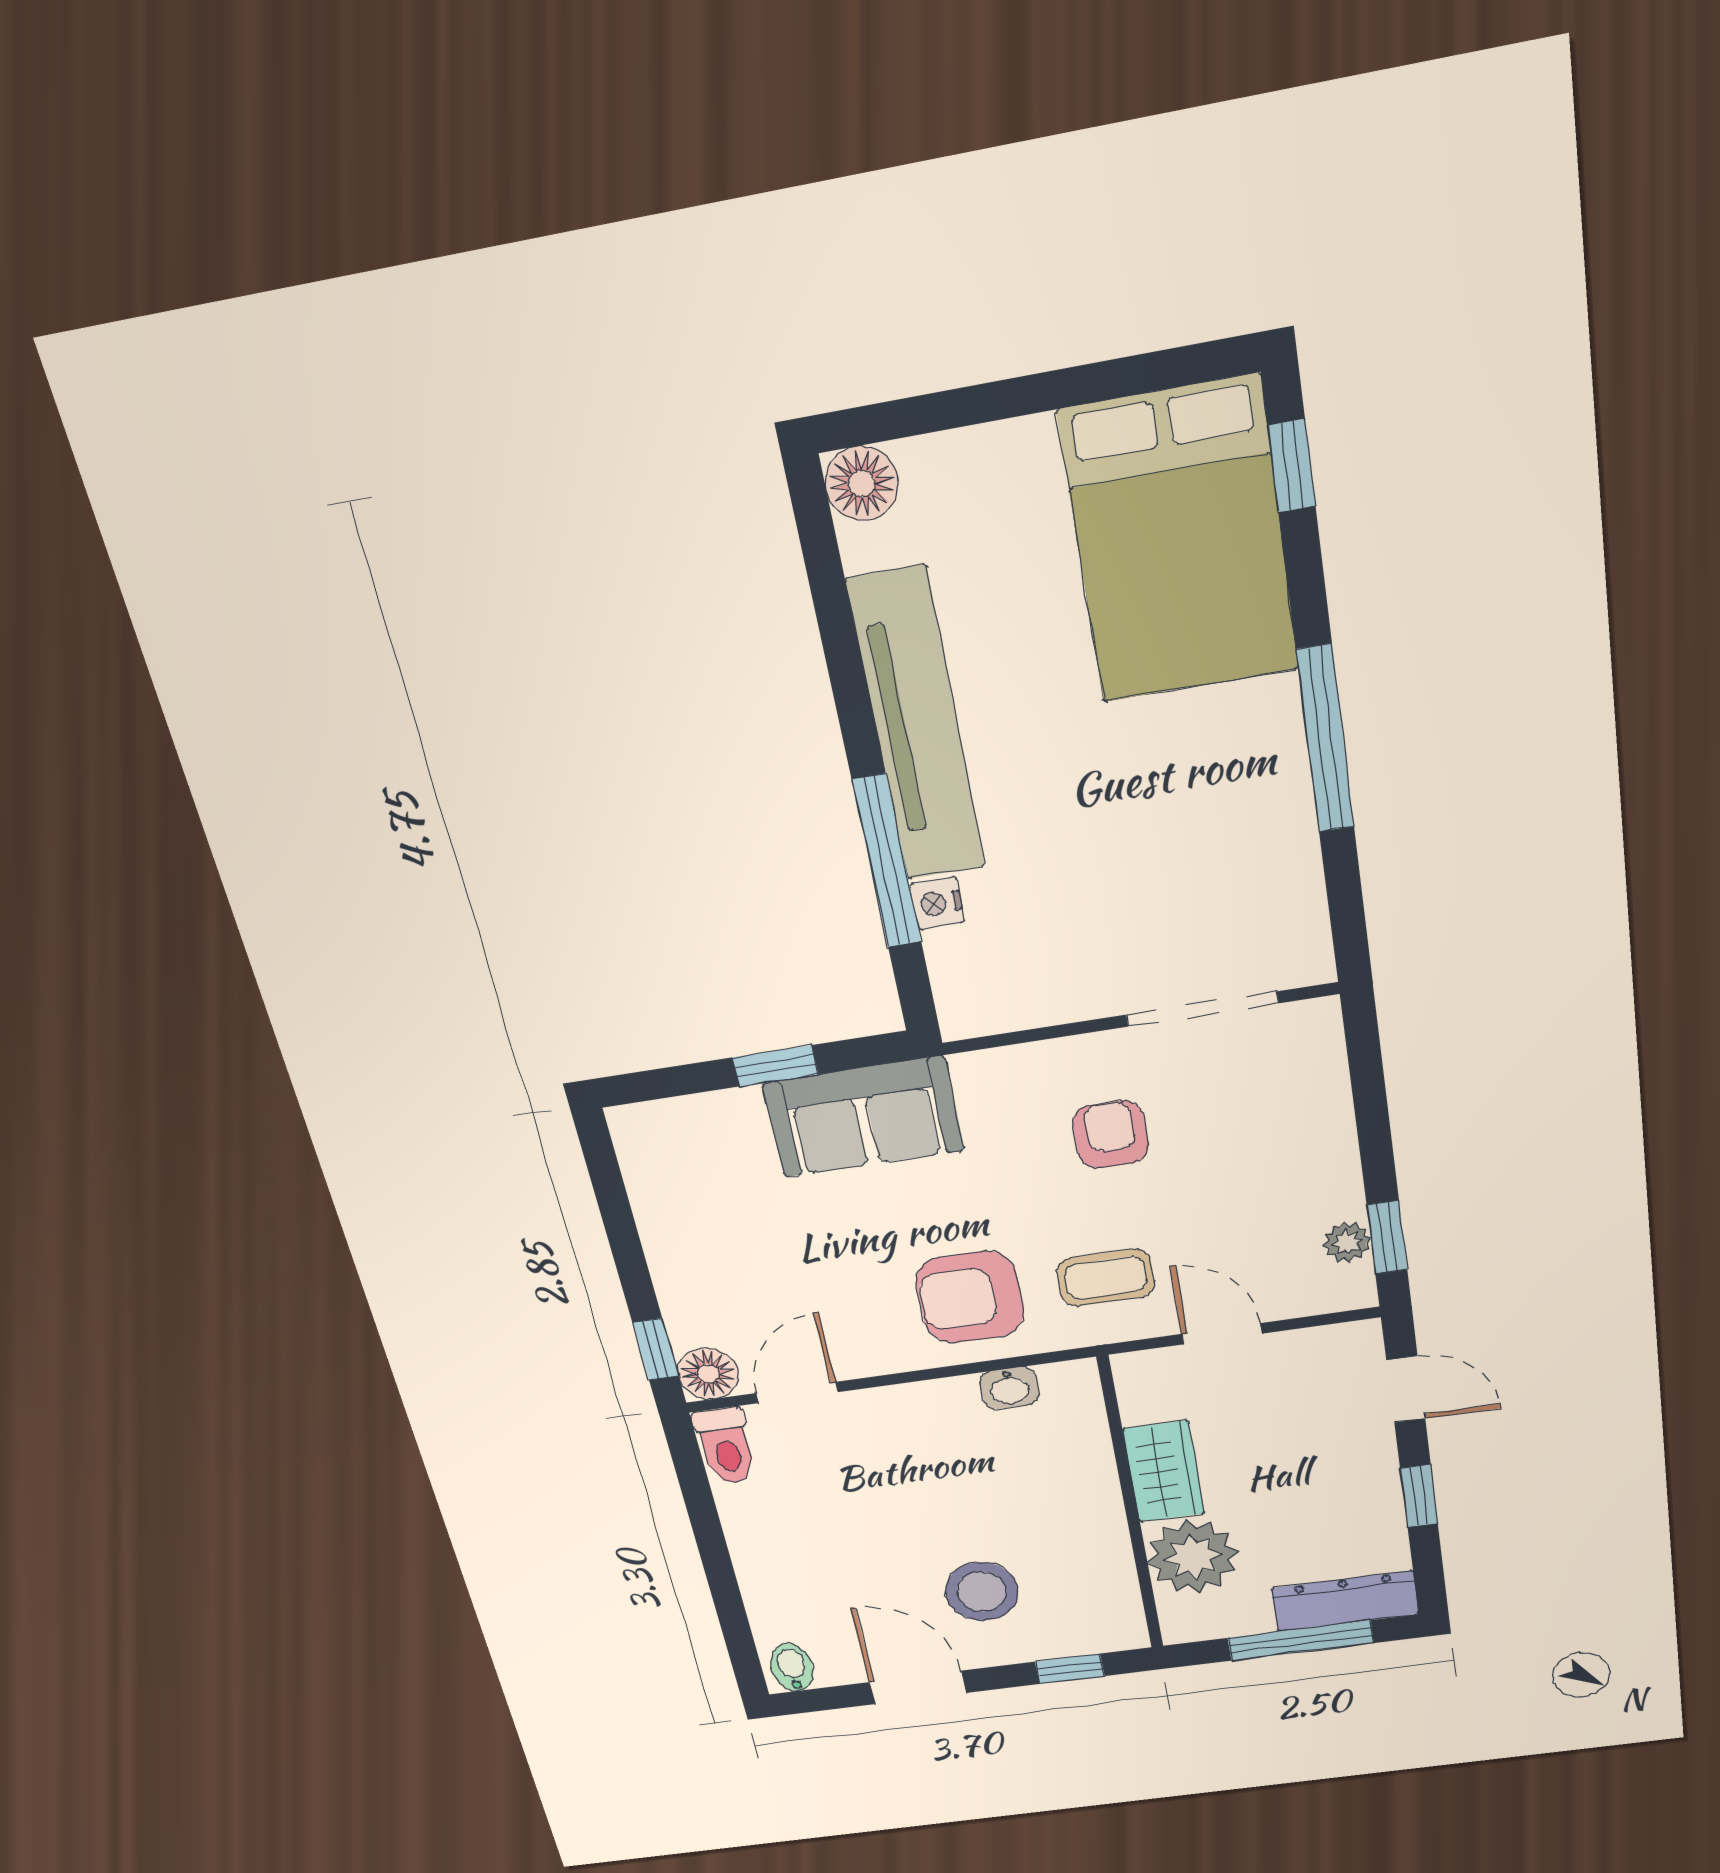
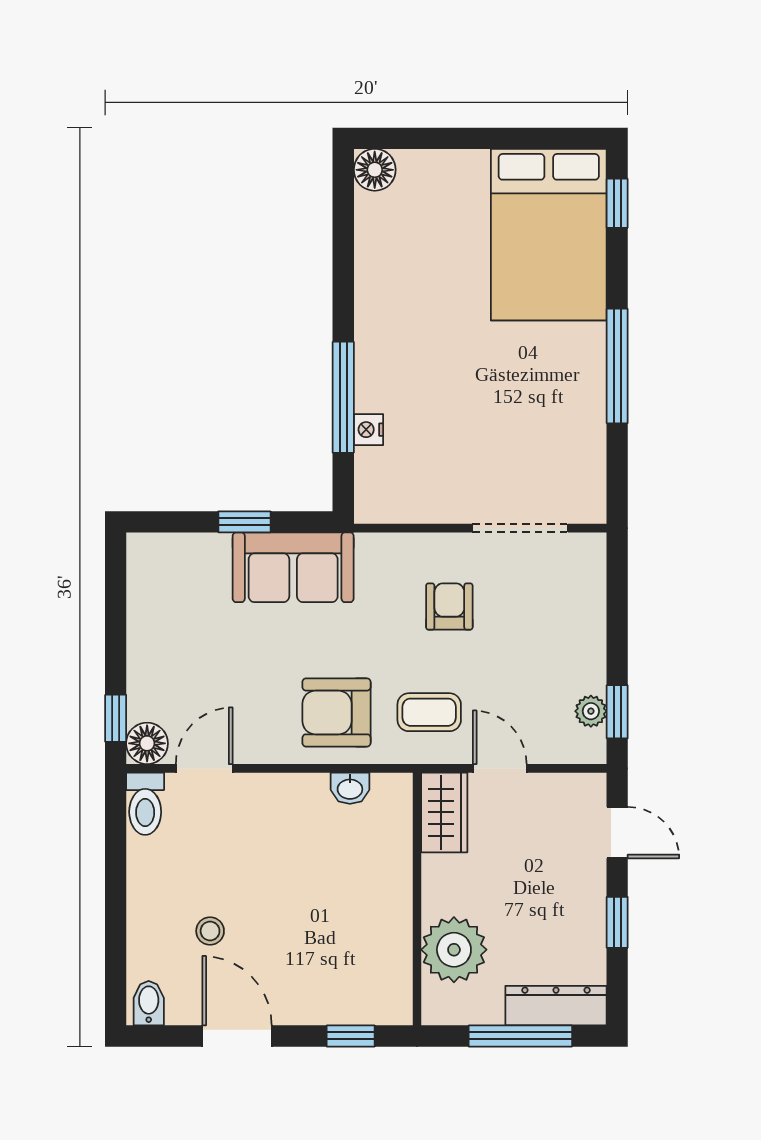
tv unit: (917, 726) -> (378, 316), removed
wardrobe: (1164, 1472) -> (444, 812), moved
stool: (982, 1592) -> (210, 931), moved, width x0.53, depth x0.53

